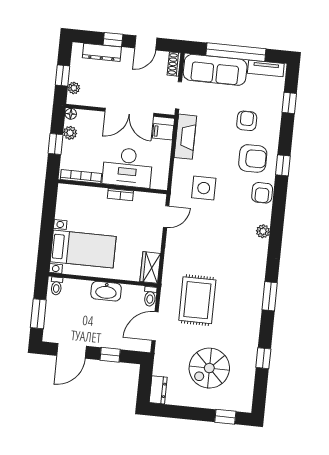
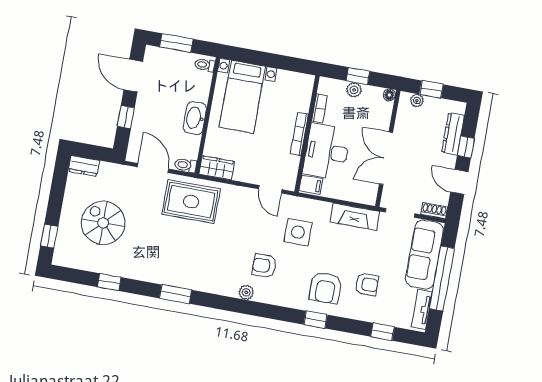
filing cabinet: (163, 132) -> (311, 185), moved, turned 90
plant: (70, 133) -> (354, 90), moved
bookcase: (81, 176) -> (319, 108), width x0.64
armchair: (262, 193) -> (264, 266), moved
bookcase: (120, 195) -> (299, 134), width x1.56
rug: (197, 300) -> (191, 202), moved

